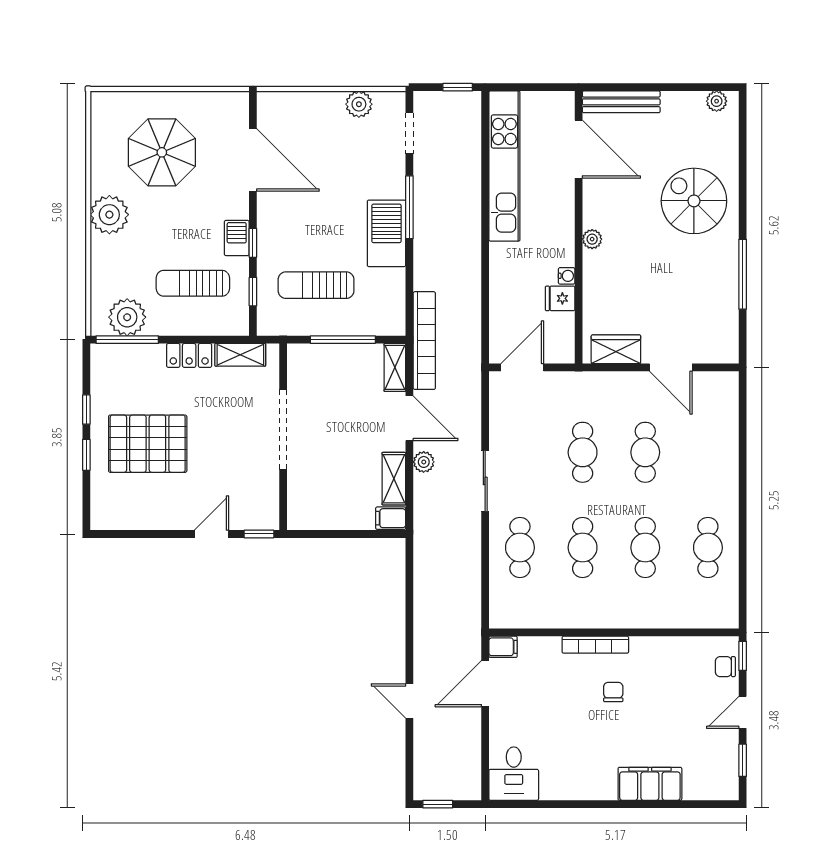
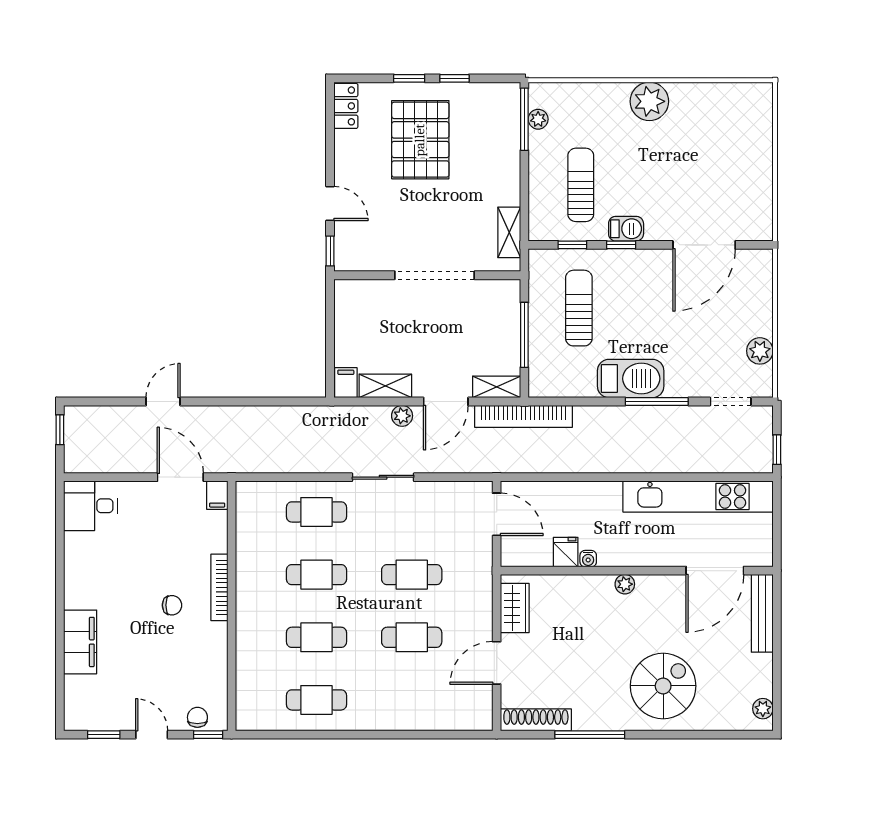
parasol: (162, 152) -> (712, 154), removed
plant: (127, 317) -> (538, 119), width x0.53, depth x0.53
shoe rack: (728, 328) -> (536, 720), added
locker: (189, 355) -> (346, 106), moved, turned 180

